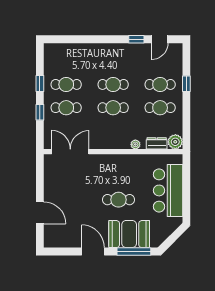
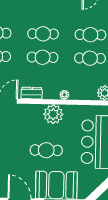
dresser: (157, 143) -> (32, 93), moved
plant: (125, 164) -> (53, 114), added

